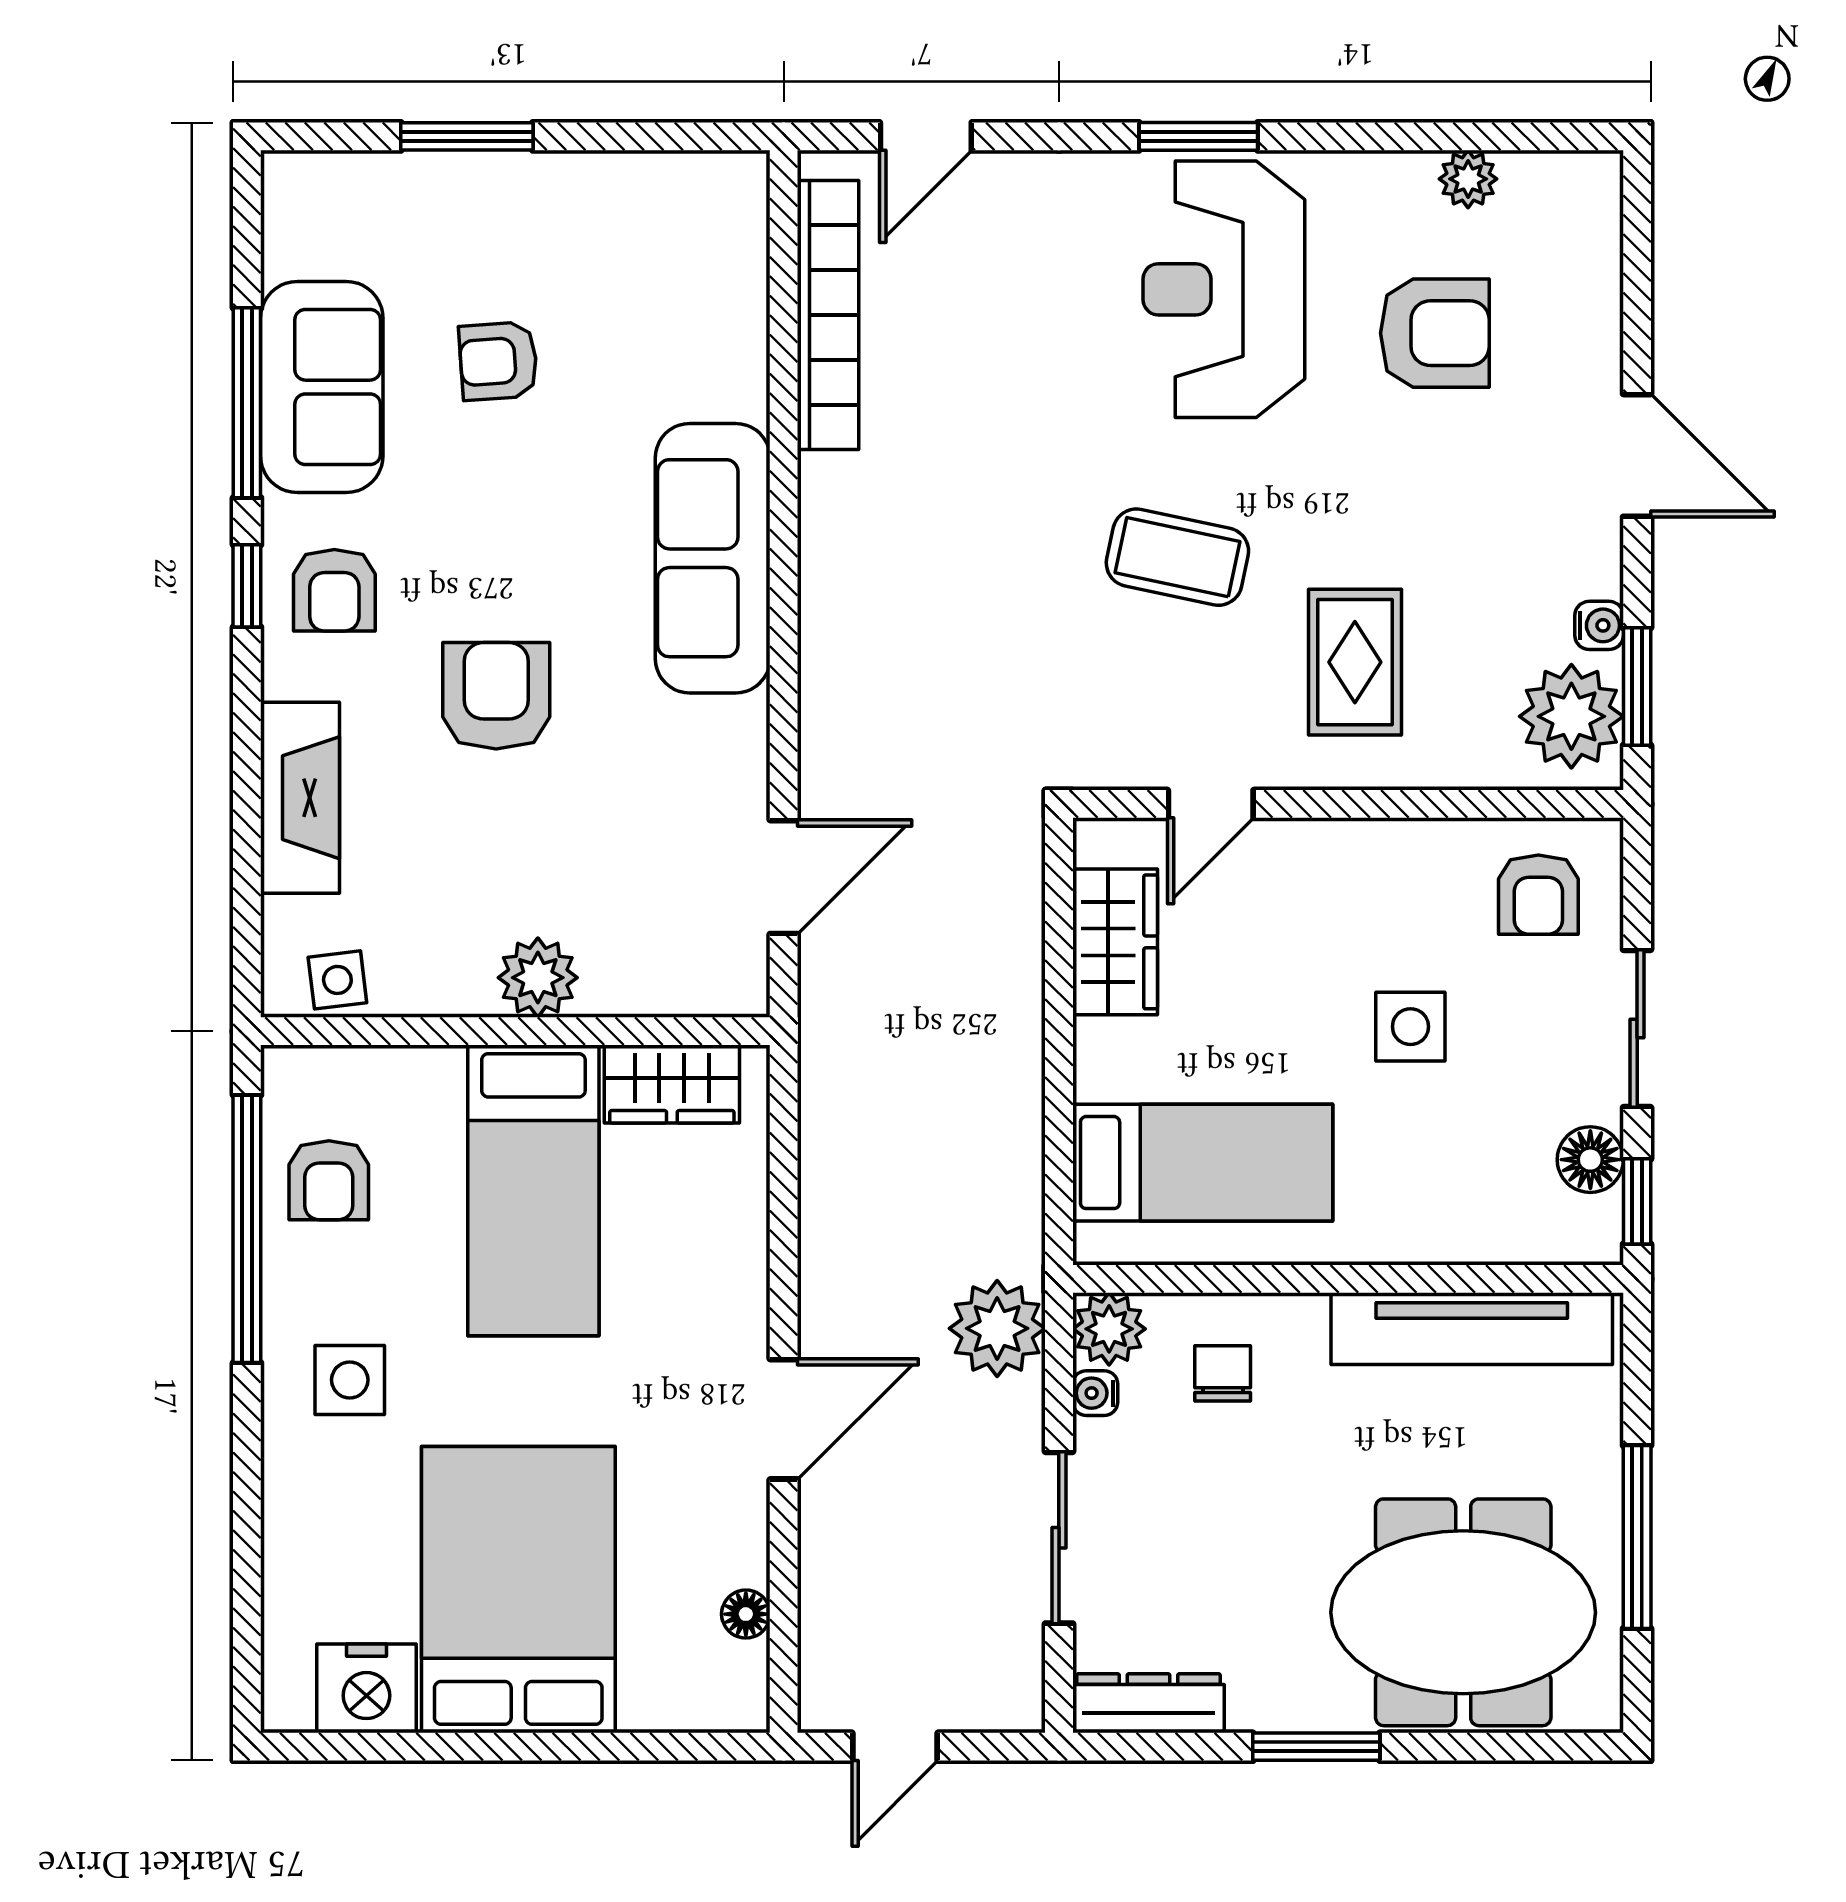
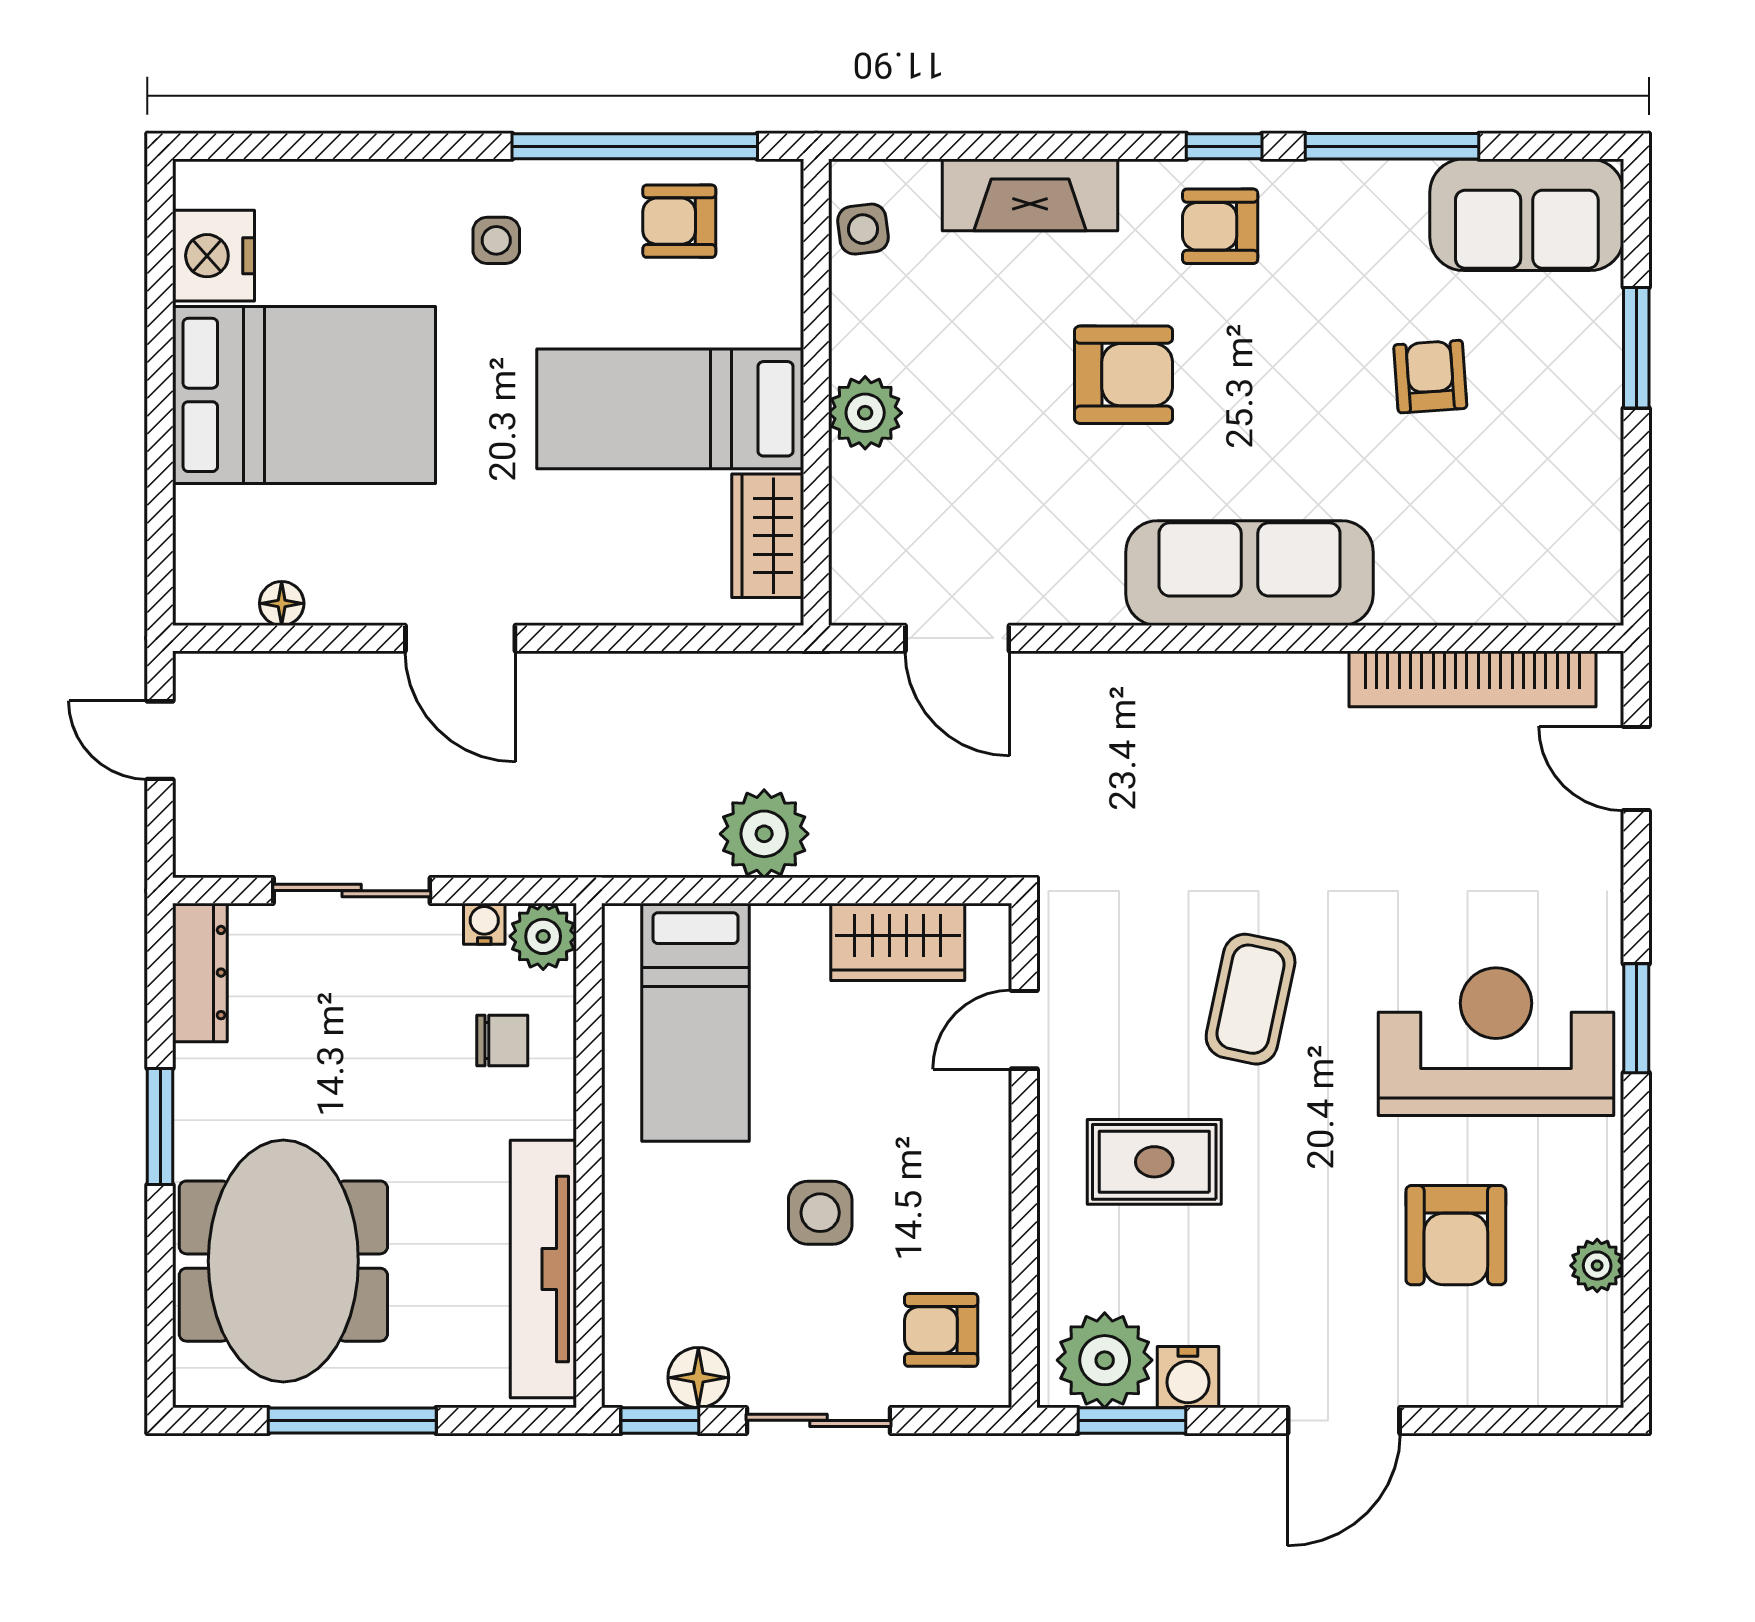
sofa: (322, 387) -> (1527, 215), moved
water cooler: (1599, 625) -> (1188, 1377), width x1.38, depth x1.38
door: (1211, 804) -> (1024, 1030), hinge flipped
plant: (997, 1328) -> (764, 834), moved
side table: (350, 1380) -> (496, 240), width x0.73, depth x0.73

